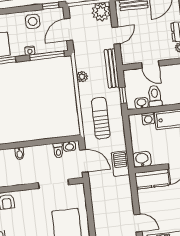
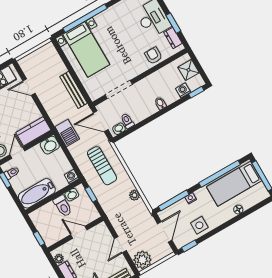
bench: (112, 68) -> (74, 90), moved
washing machine: (148, 119) -> (72, 177), moved

